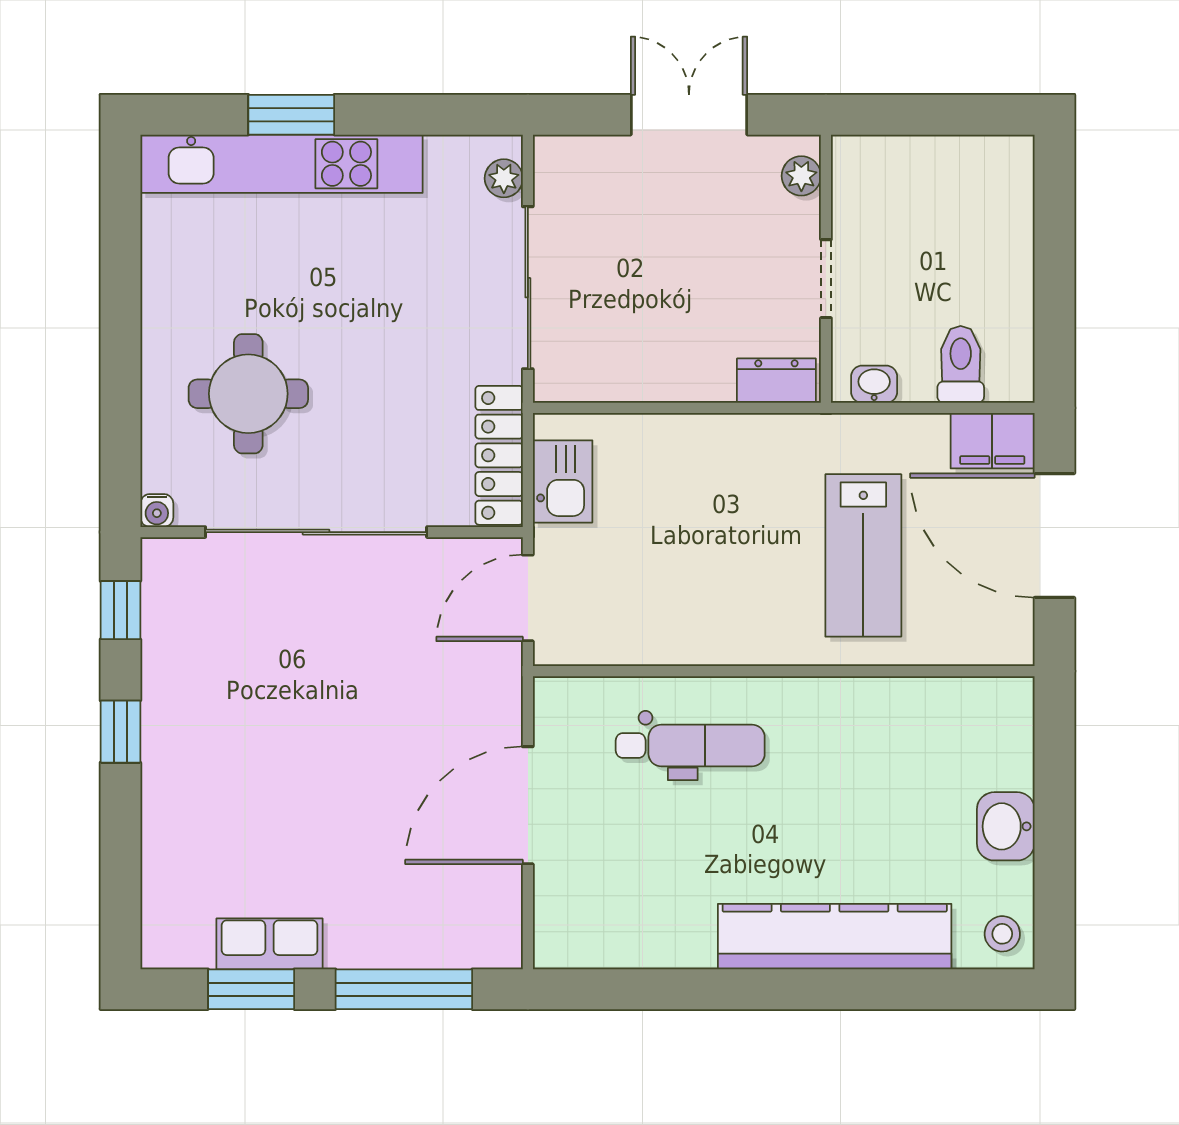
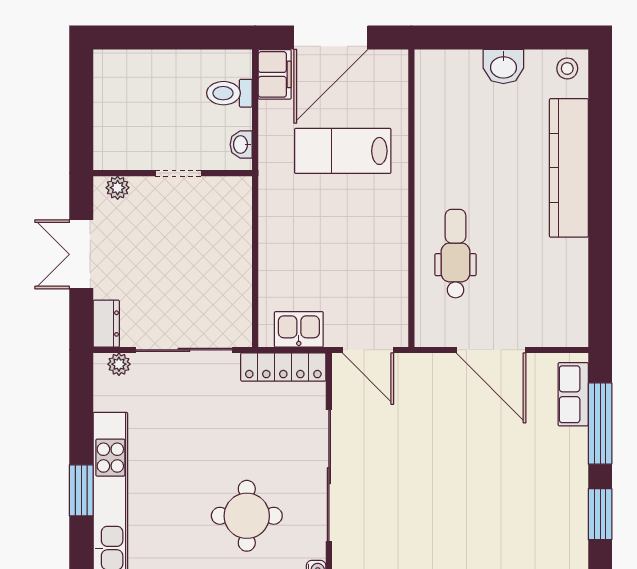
dresser: (776, 381) -> (106, 324), moved, turned 180
lab bench: (863, 555) -> (343, 151), turned 180
row of seats: (269, 944) -> (573, 394), moved

